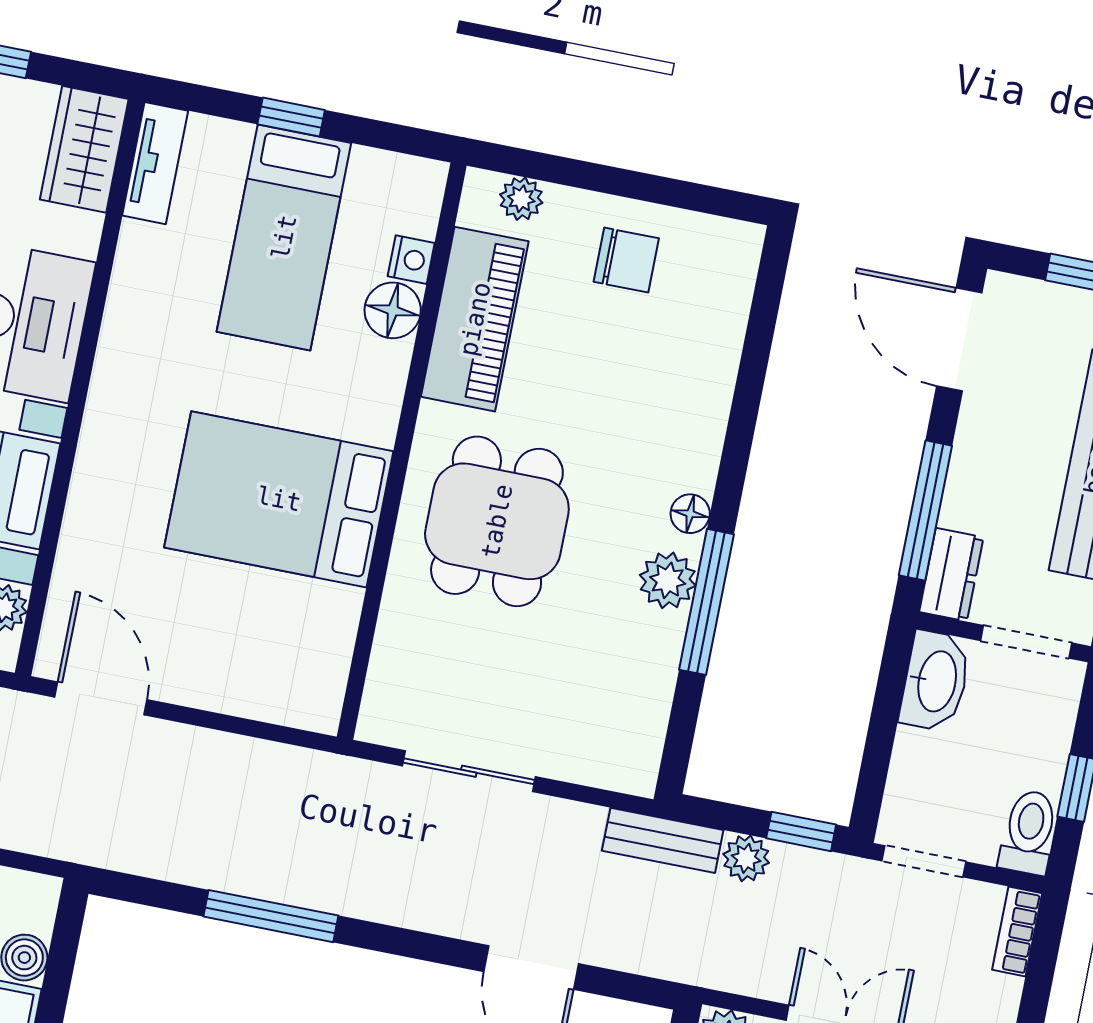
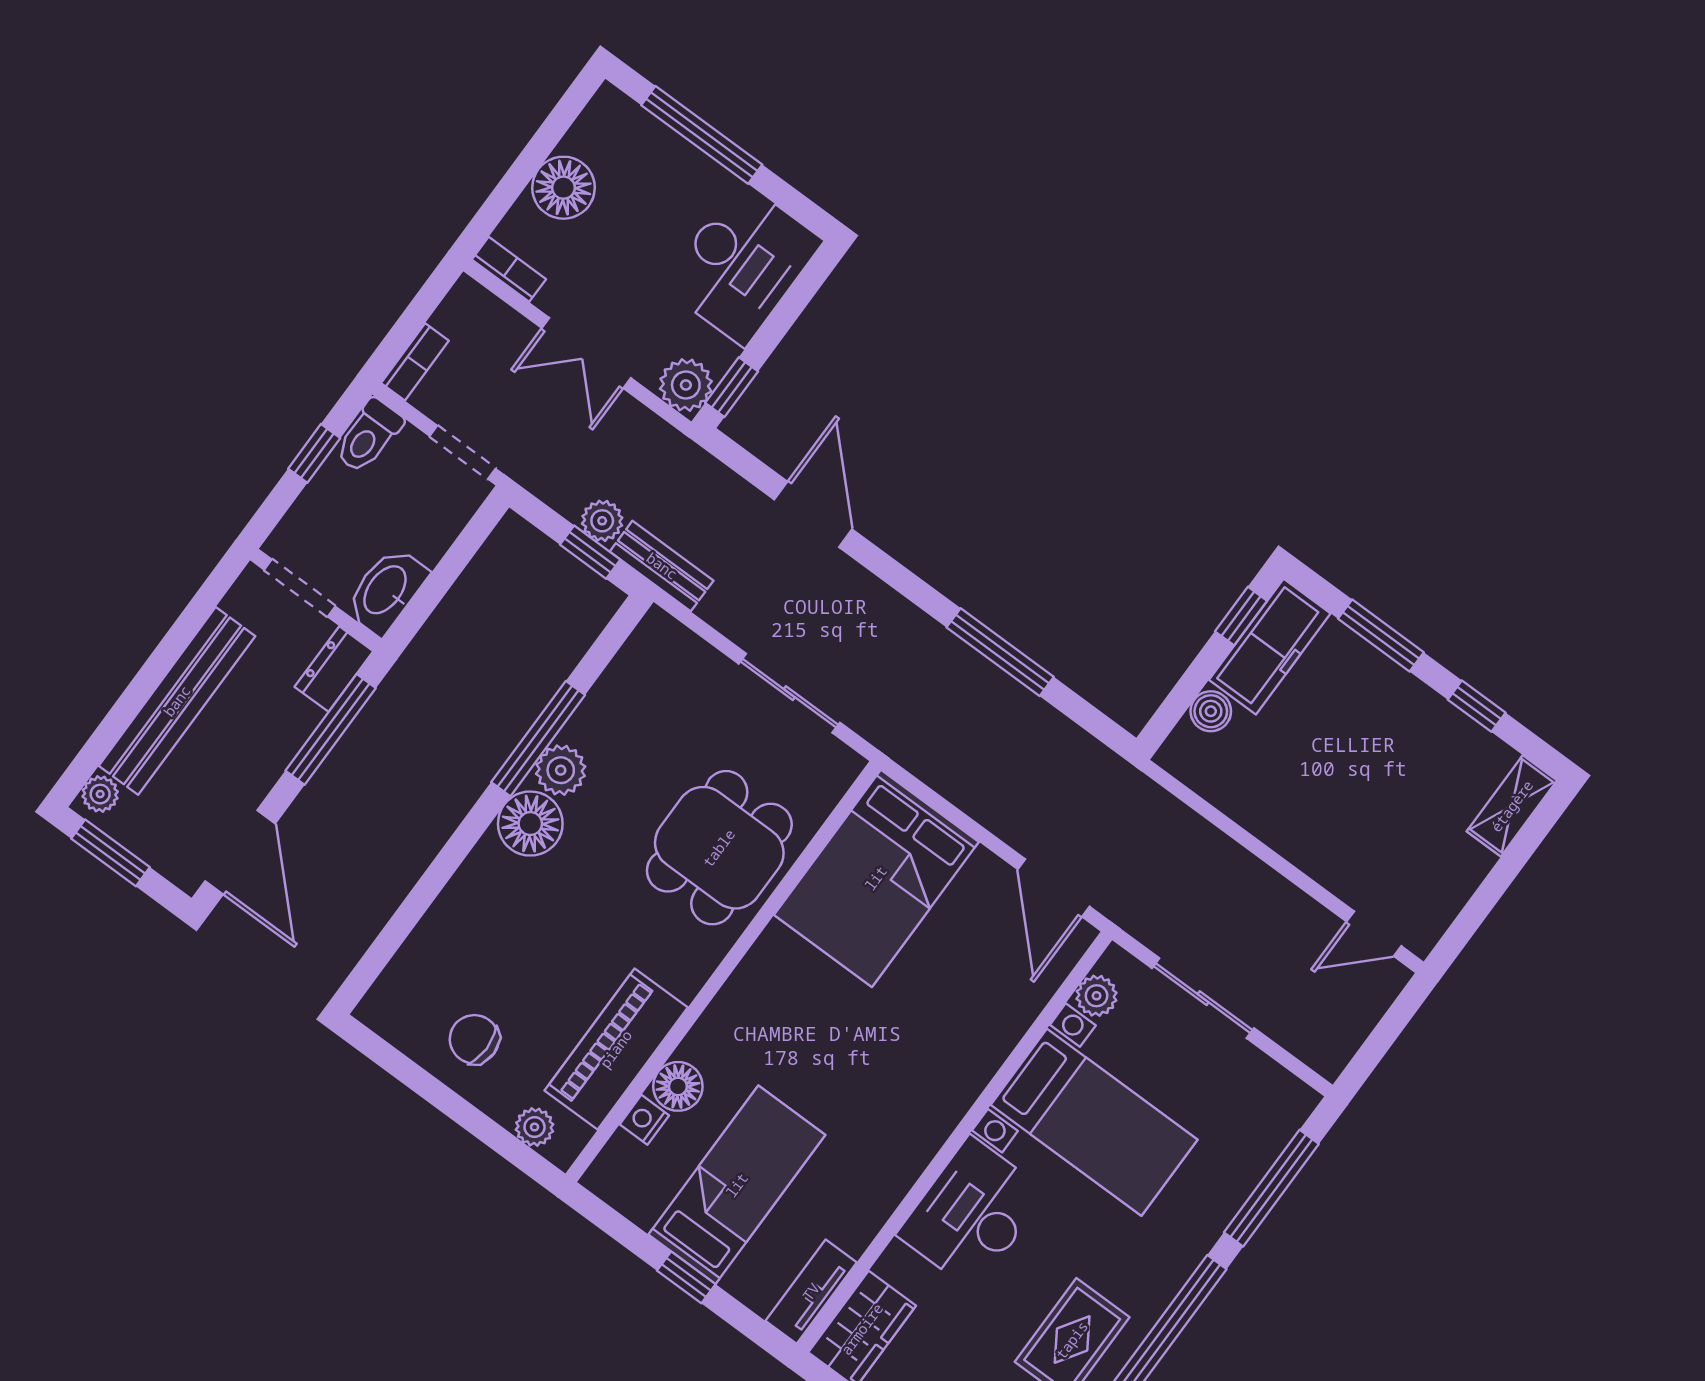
bed: (279, 499) -> (876, 878), moved, turned 90
floor lamp: (690, 514) -> (530, 824), width x1.89, depth x1.89
dining table: (497, 521) -> (719, 848), moved
window: (801, 831) -> (590, 552), moved

